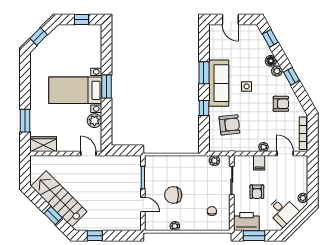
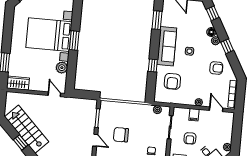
window: (204, 73) -> (157, 20), moved
bed with nightstands: (75, 90) -> (49, 35), width x1.36
armchair: (229, 125) -> (172, 81), turned 96

